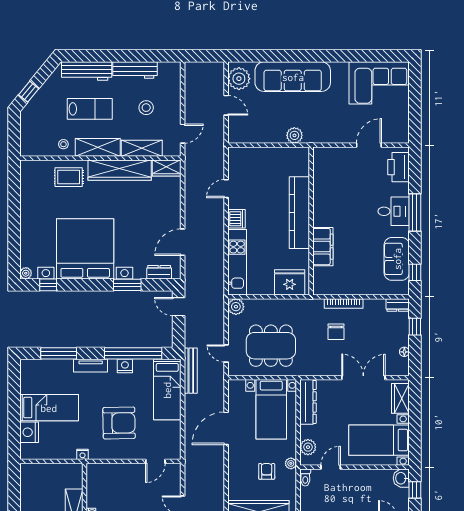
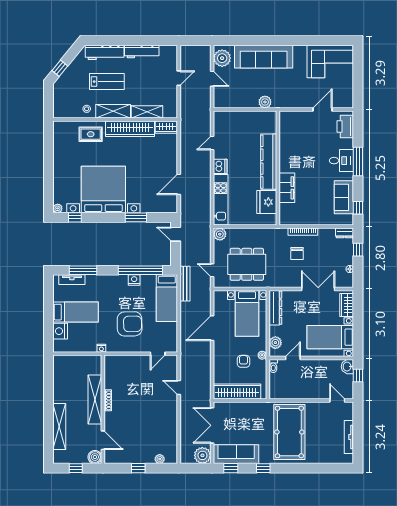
stool: (146, 108) -> (151, 81), removed
door: (183, 134) -> (179, 78), moved
dresser: (159, 272) -> (160, 208), removed
fridge: (290, 282) -> (267, 202), moved, turned -90
tv unit: (91, 366) -> (72, 280), moved

